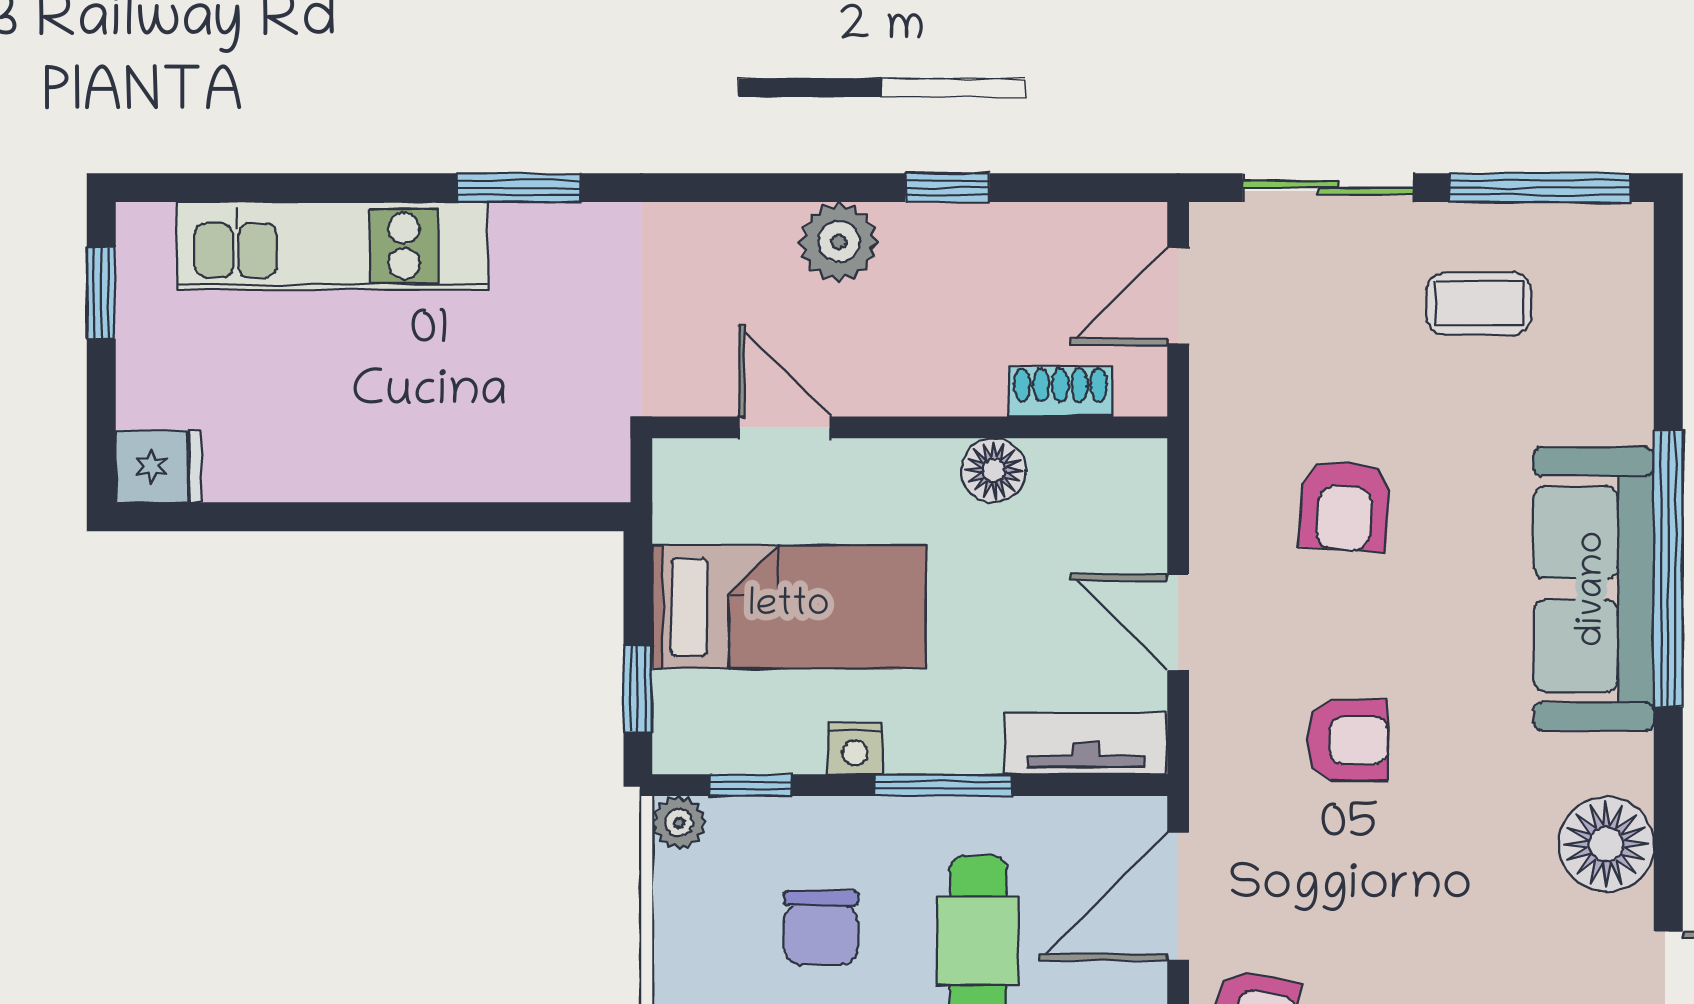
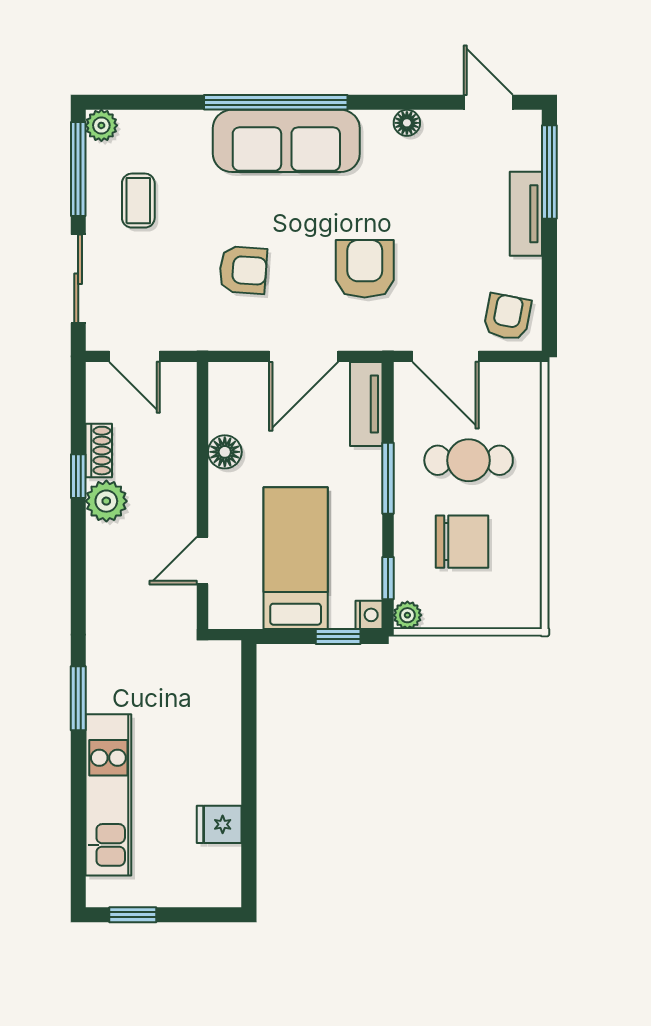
plant: (1624, 232) -> (101, 125), added
plant: (839, 242) -> (106, 501), moved
shoe rack: (1060, 391) -> (99, 451), moved, turned 180
fridge: (158, 466) -> (219, 824), moved, turned -90
door: (1178, 622) -> (304, 356), width x1.38
armchair: (1347, 740) -> (365, 269), width x1.38, depth x1.38
nightstand: (855, 749) -> (369, 615), moved
floor lamp: (1606, 844) -> (407, 123), width x0.53, depth x0.53
chair: (821, 928) -> (462, 542), width x1.37, depth x1.37

